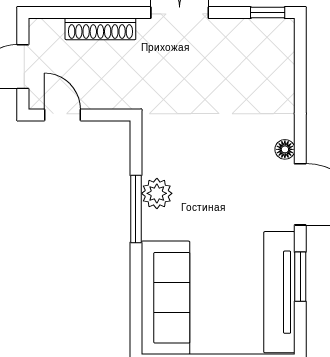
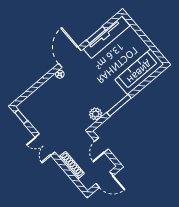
door: (63, 115) -> (101, 145), moved
plant: (157, 193) -> (96, 114), moved

